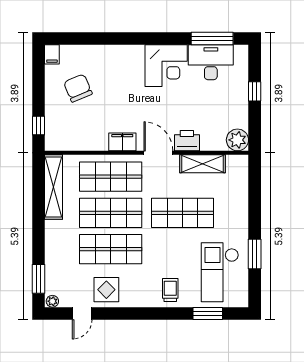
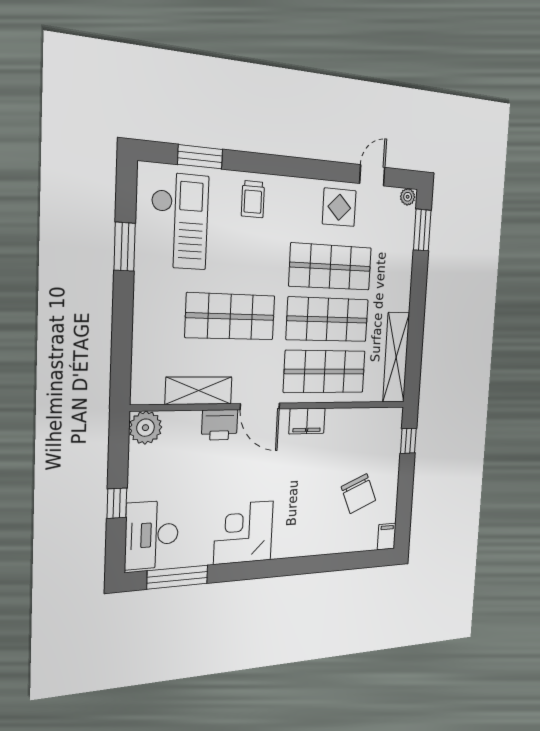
desk: (211, 62) -> (152, 535), moved, turned 90

